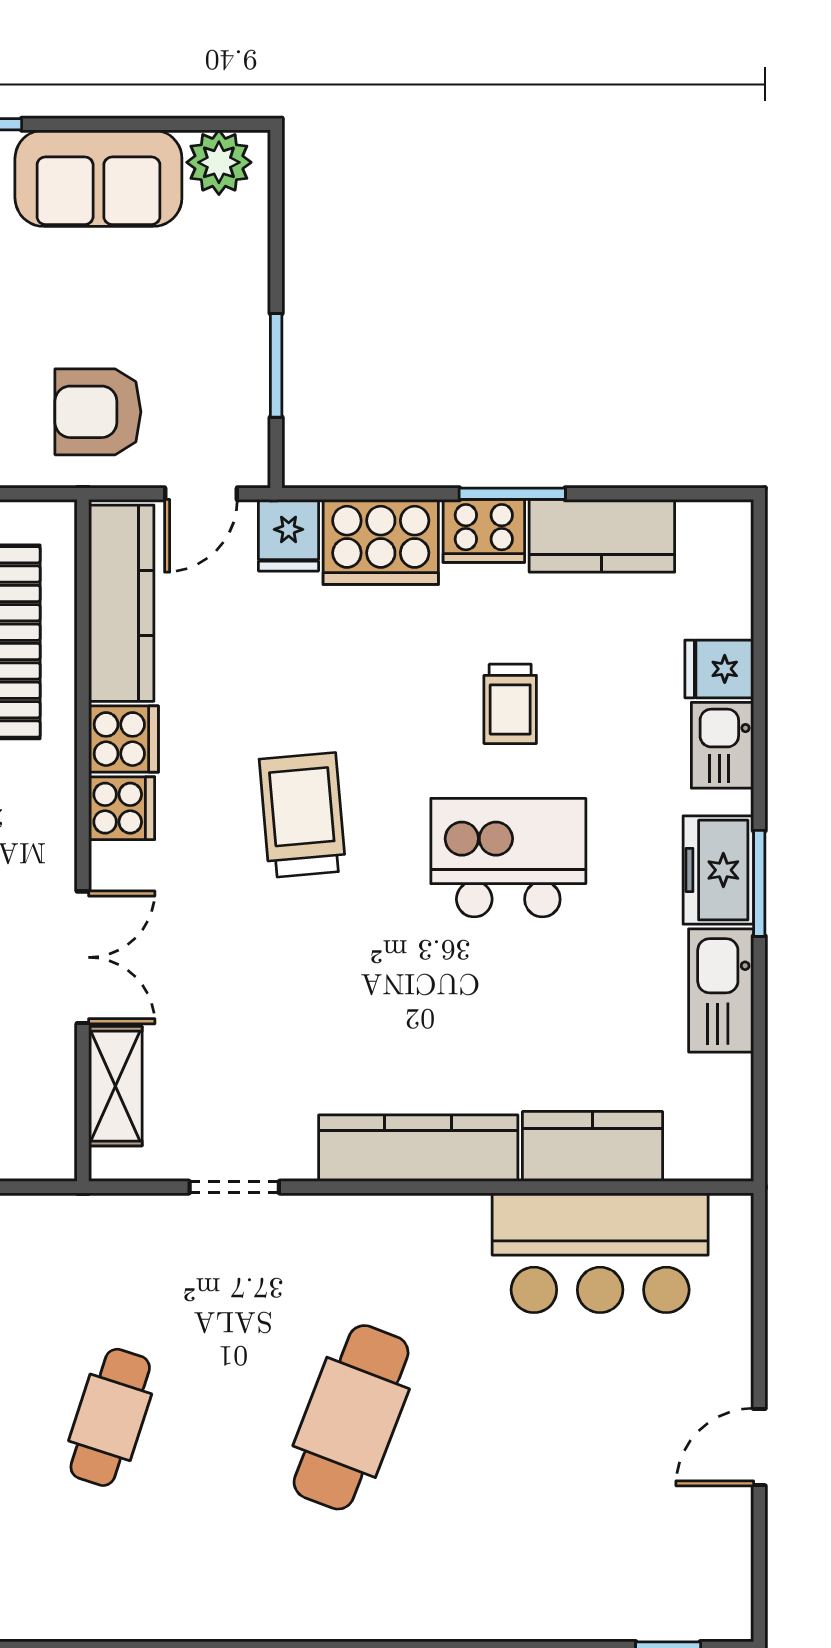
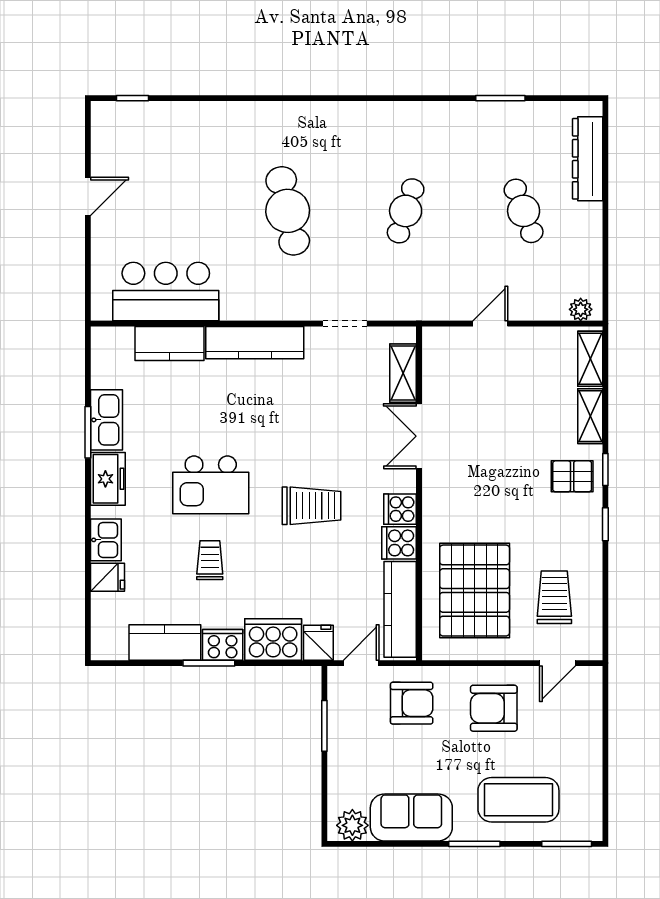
trolley: (303, 815) -> (311, 506), turned -85
window: (759, 883) -> (88, 432), moved
cafe table: (351, 1417) -> (288, 211), turned -33

